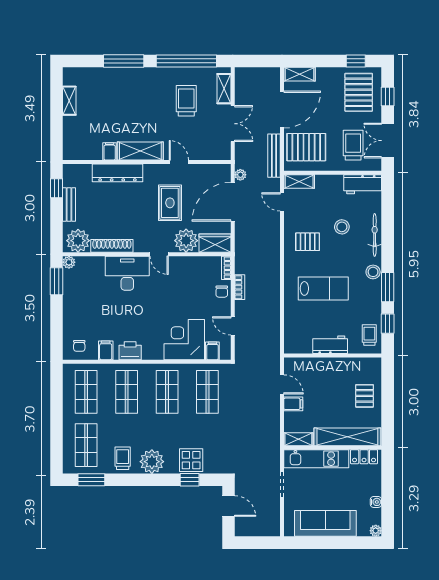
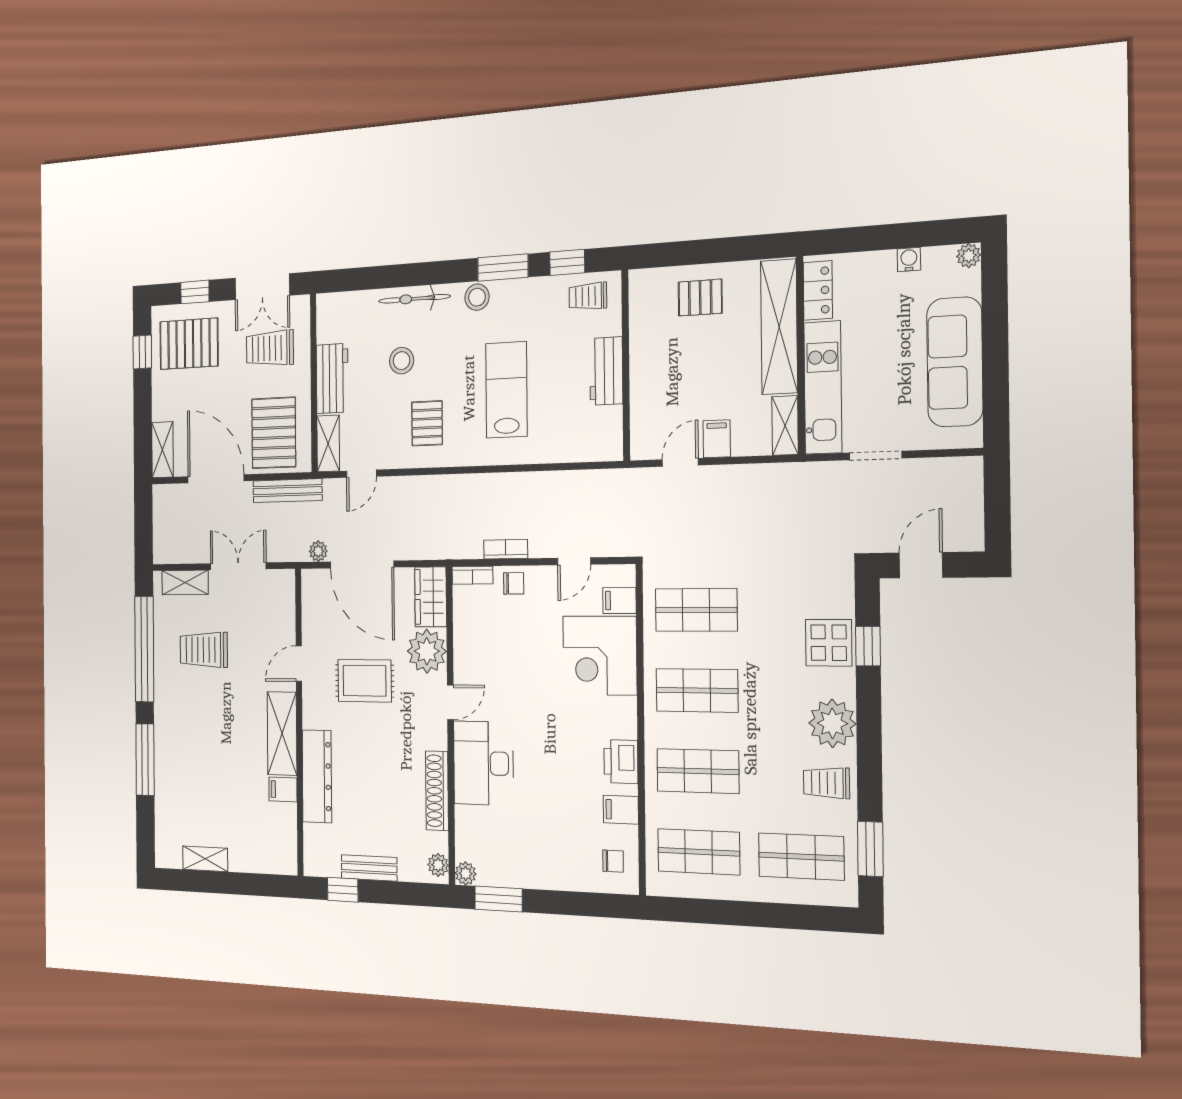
workbench: (363, 184) -> (332, 379), moved
plant: (78, 241) -> (438, 865), width x0.53, depth x0.53

